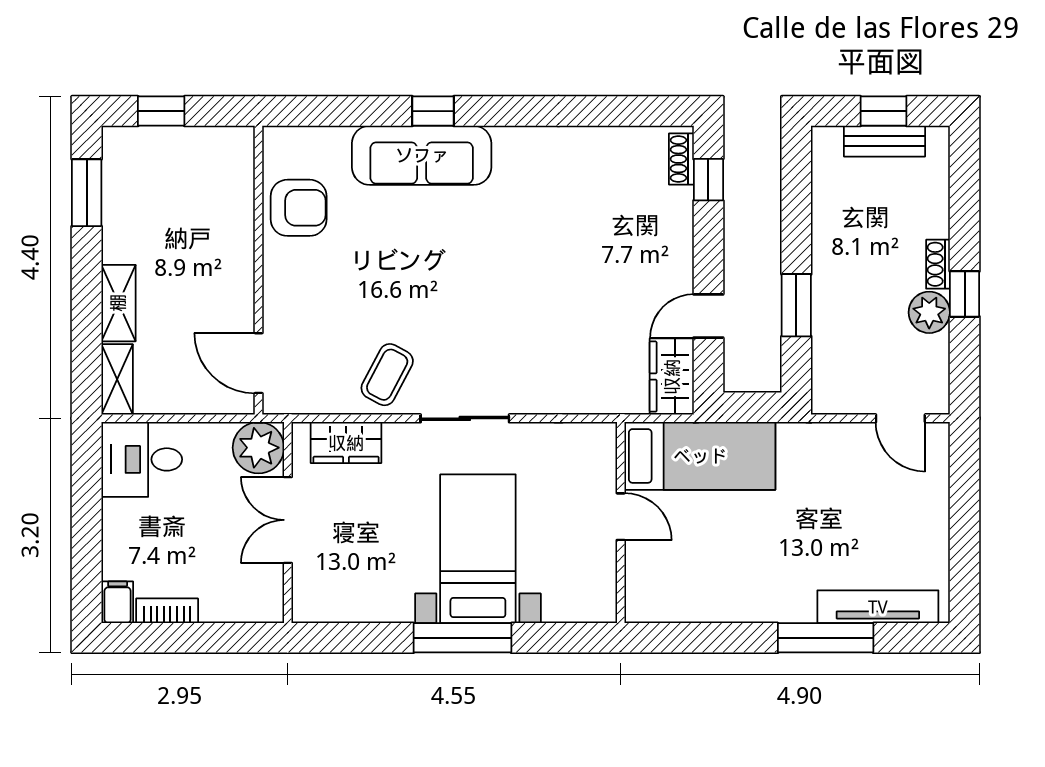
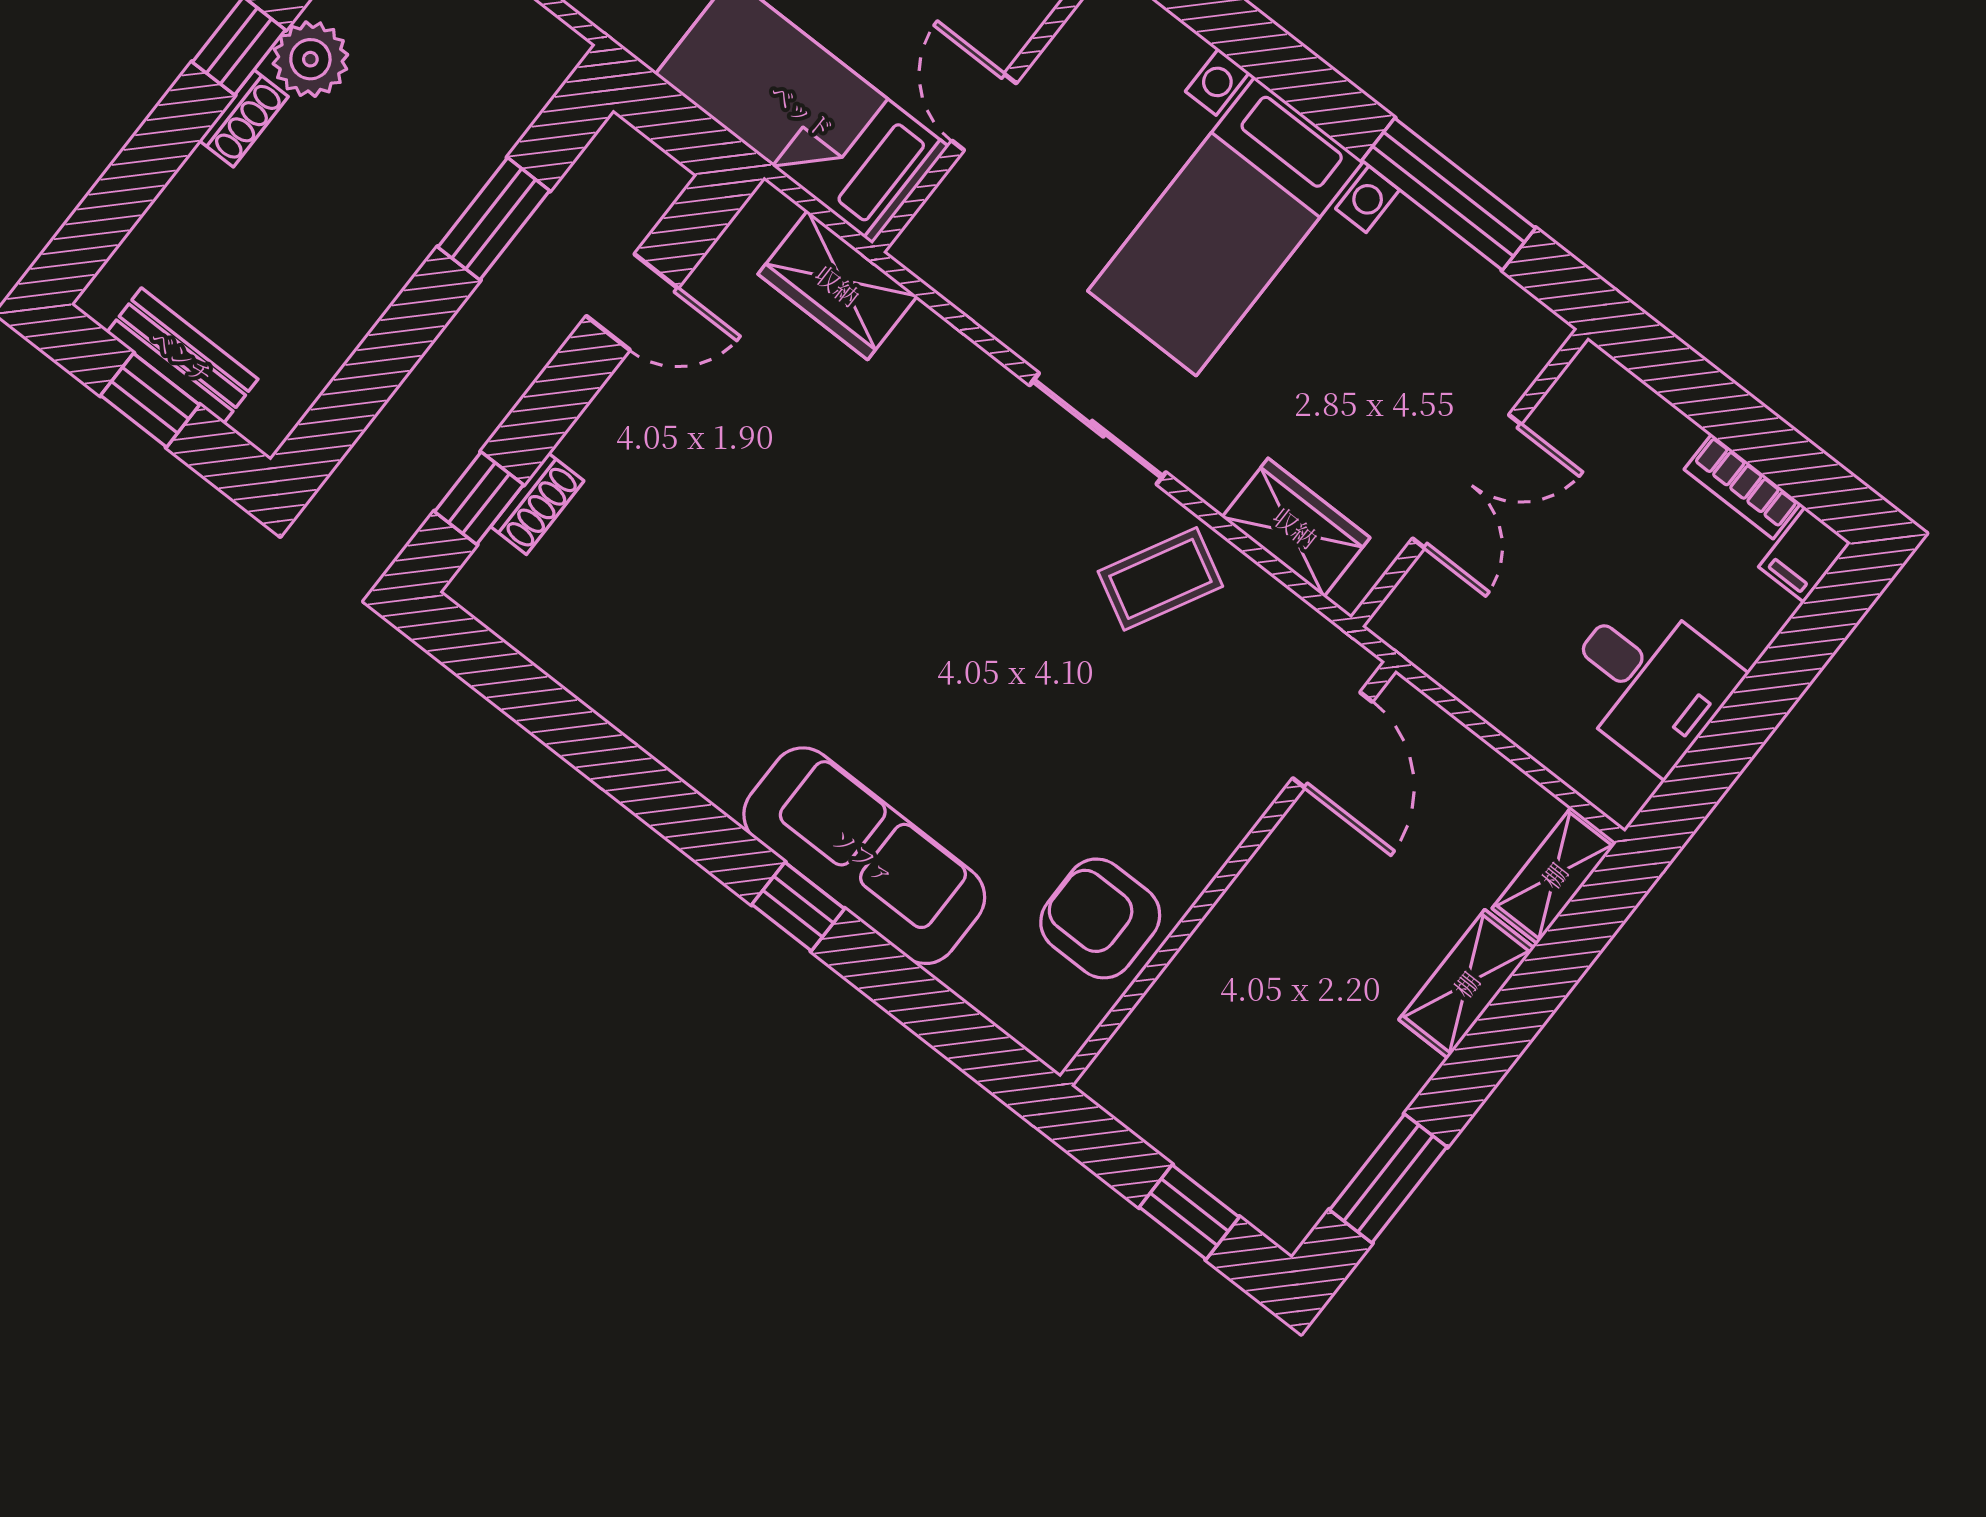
shoe rack: (681, 159) -> (537, 504), moved
wardrobe: (672, 377) -> (838, 285), moved, turned 90
plant: (258, 448) -> (1428, 618), removed
desk: (142, 459) -> (1649, 682), moved
window: (462, 638) -> (1449, 194), moved

